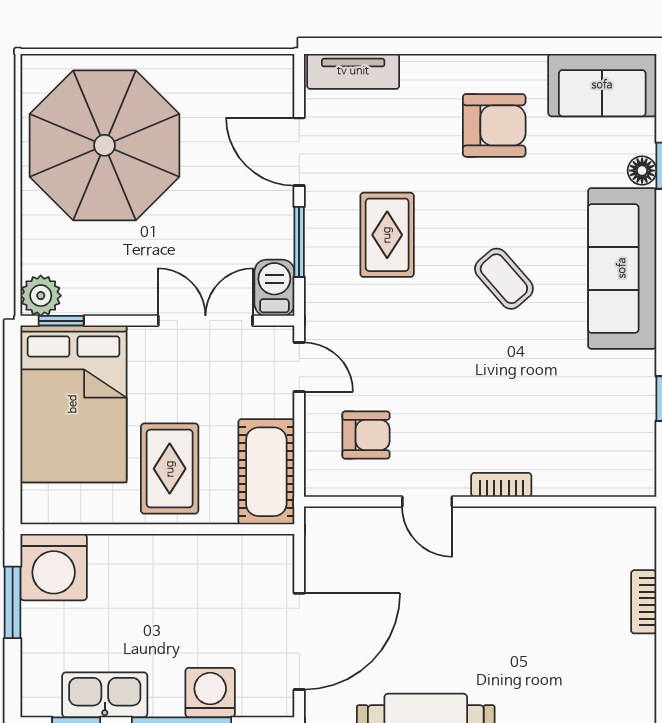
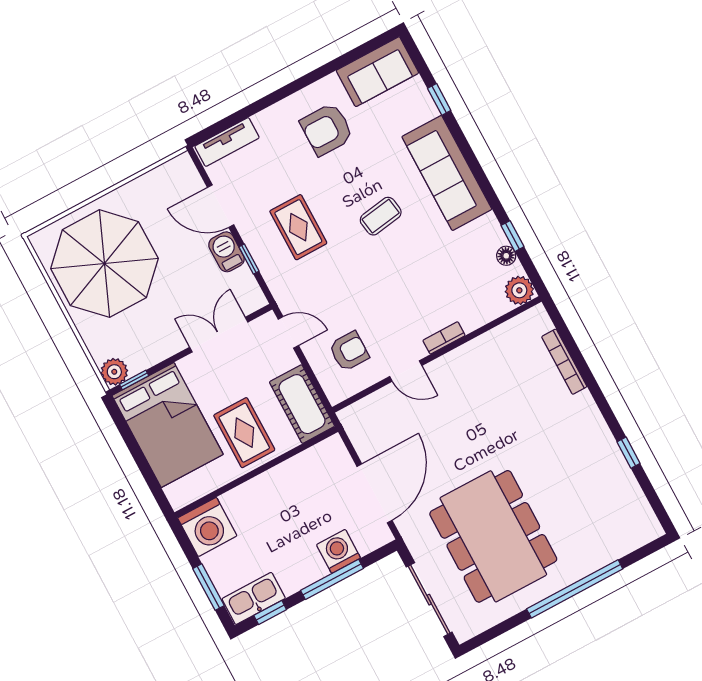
armchair: (494, 125) -> (327, 129), turned 180
floor lamp: (642, 171) -> (506, 256), moved
window: (299, 242) -> (249, 259), width x0.67
coffee table: (504, 279) -> (381, 216), turned -58
barbecue: (274, 288) -> (226, 252), moved
plant: (635, 475) -> (519, 290), added
window: (13, 602) -> (208, 587), moved
bookcase: (644, 602) -> (564, 362), width x1.56
kitchen sink: (105, 695) -> (254, 598), moved

